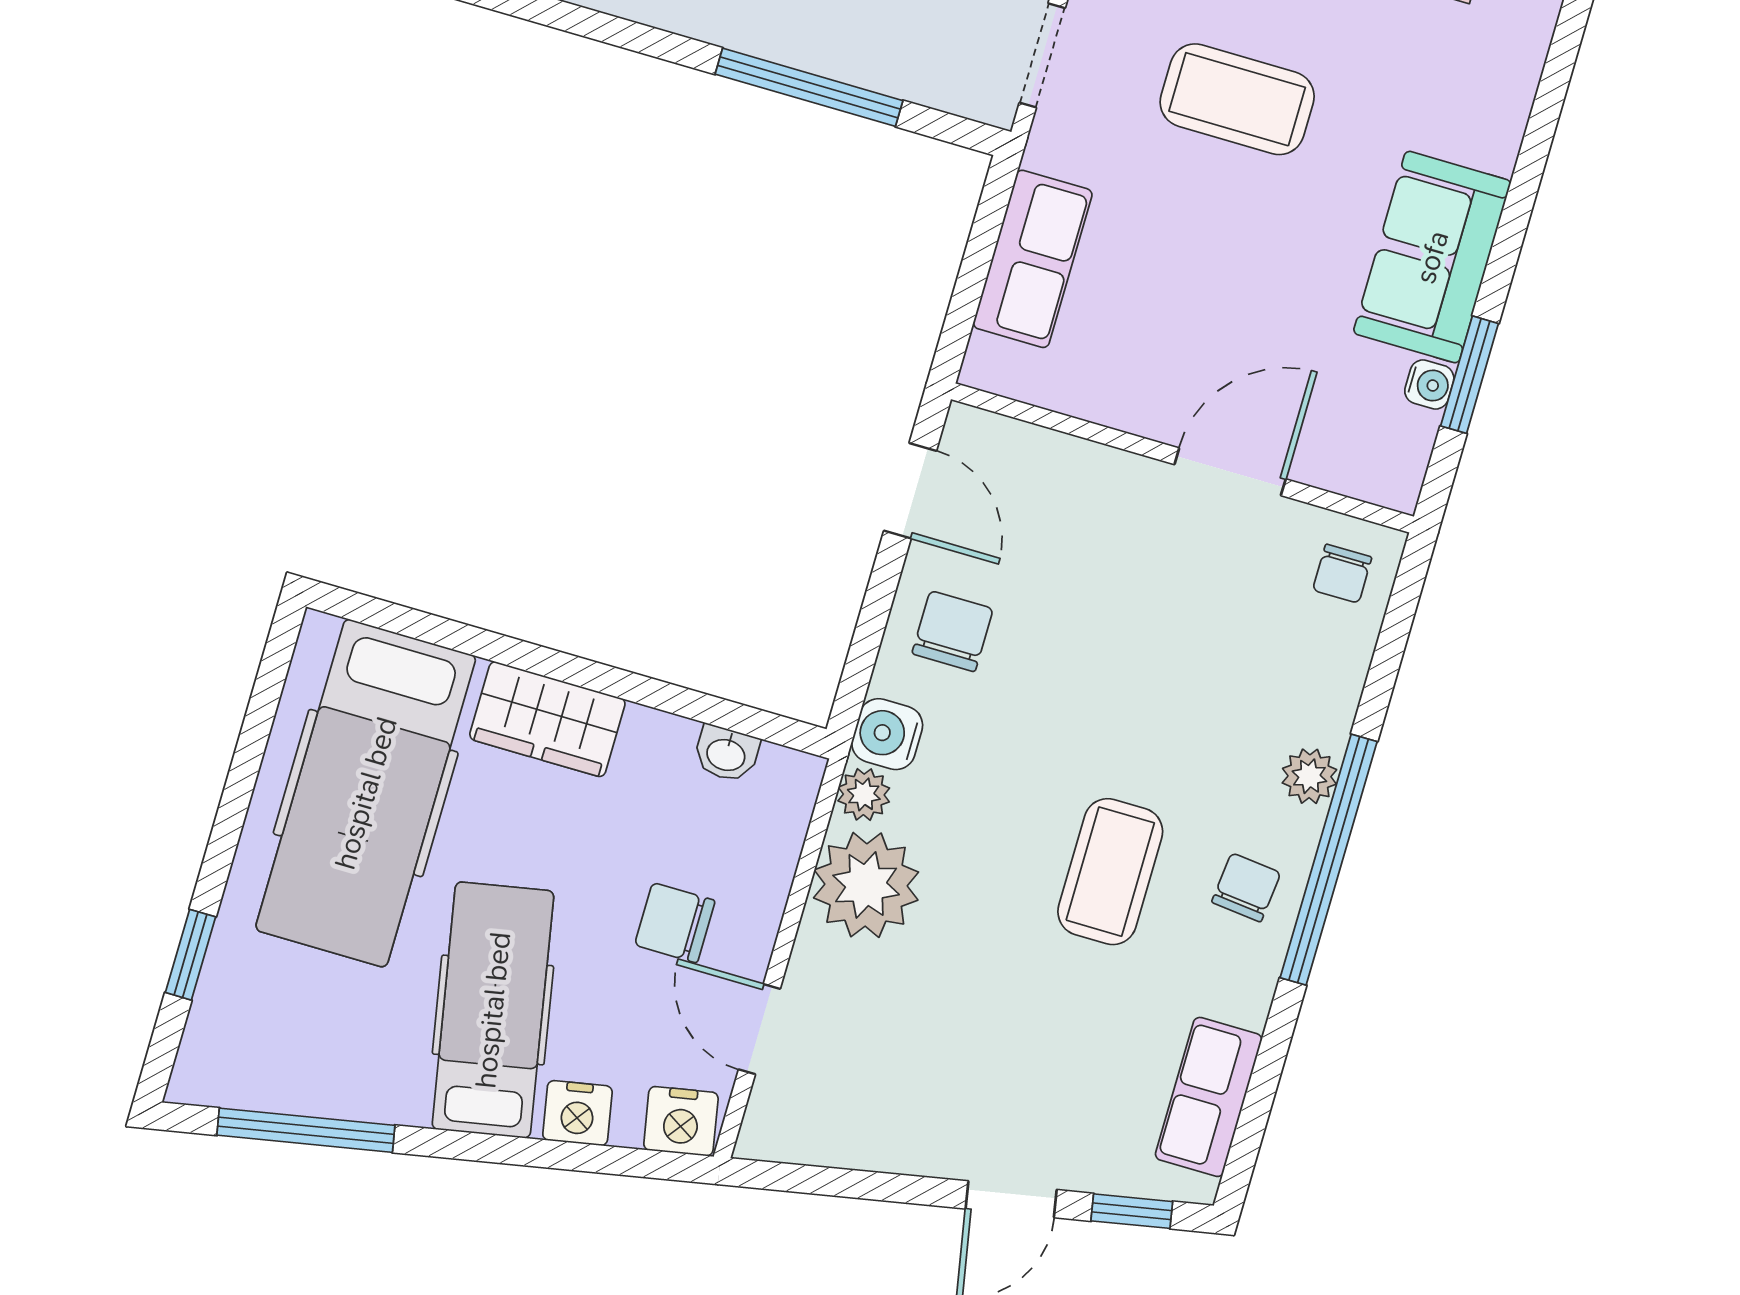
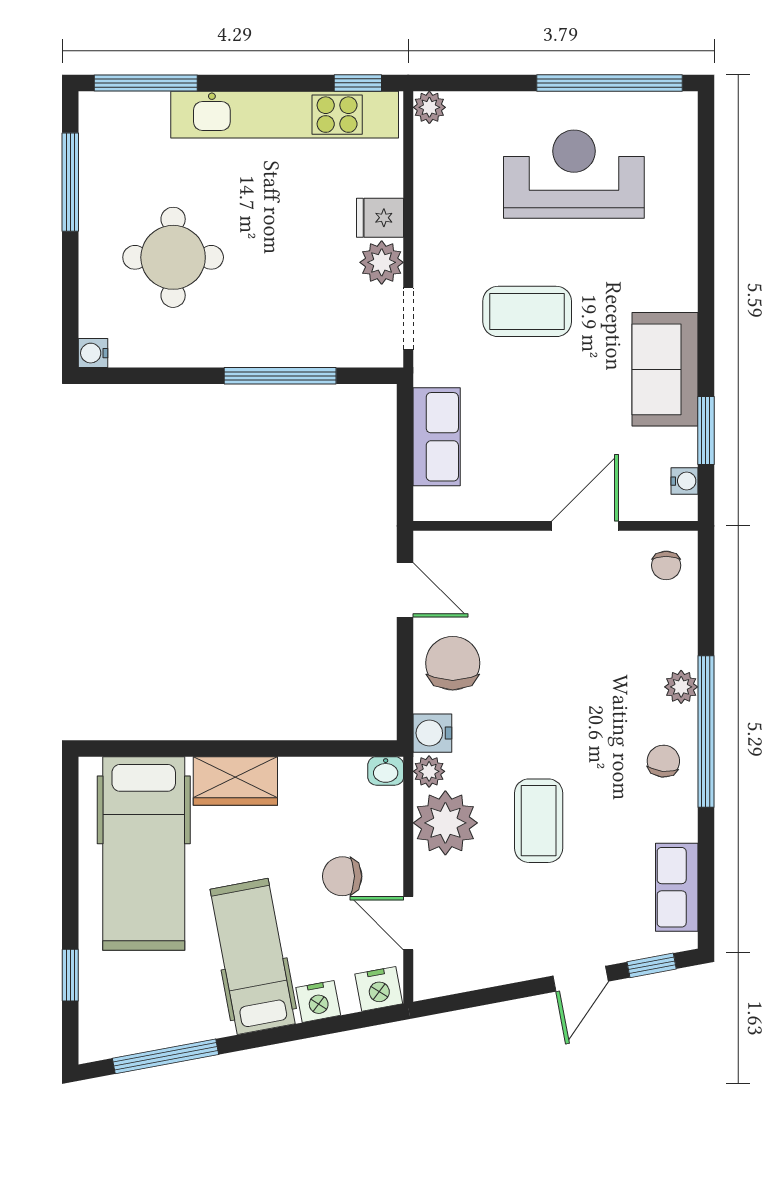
water cooler: (1429, 384) -> (685, 481), moved
chair: (953, 631) -> (453, 663), width x1.37, depth x1.37
washbasin: (726, 754) -> (386, 771), moved
coffee table: (1110, 872) -> (539, 821), moved

